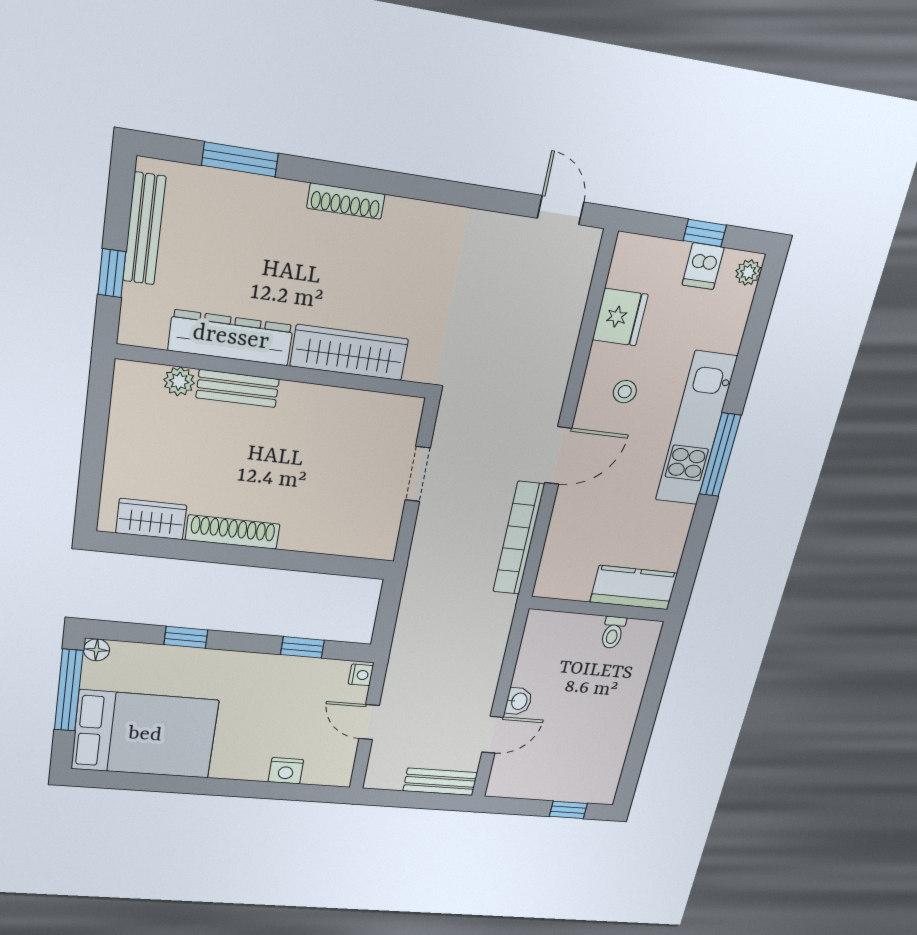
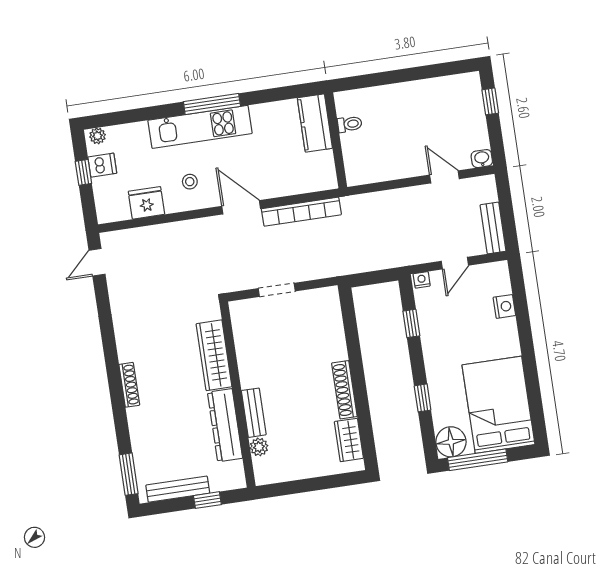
window: (240, 159) -> (129, 474), moved
floor lamp: (97, 650) -> (451, 442), width x1.89, depth x1.89
washbasin: (519, 701) -> (482, 159), moved
bench: (440, 782) -> (493, 228), moved

